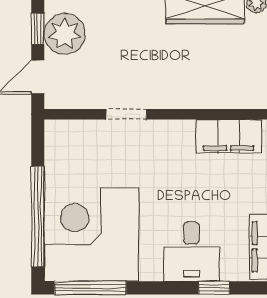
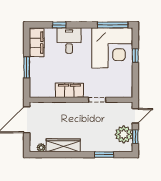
filing cabinet: (229, 136) -> (69, 90), moved
window: (38, 217) -> (135, 56), width x0.32

